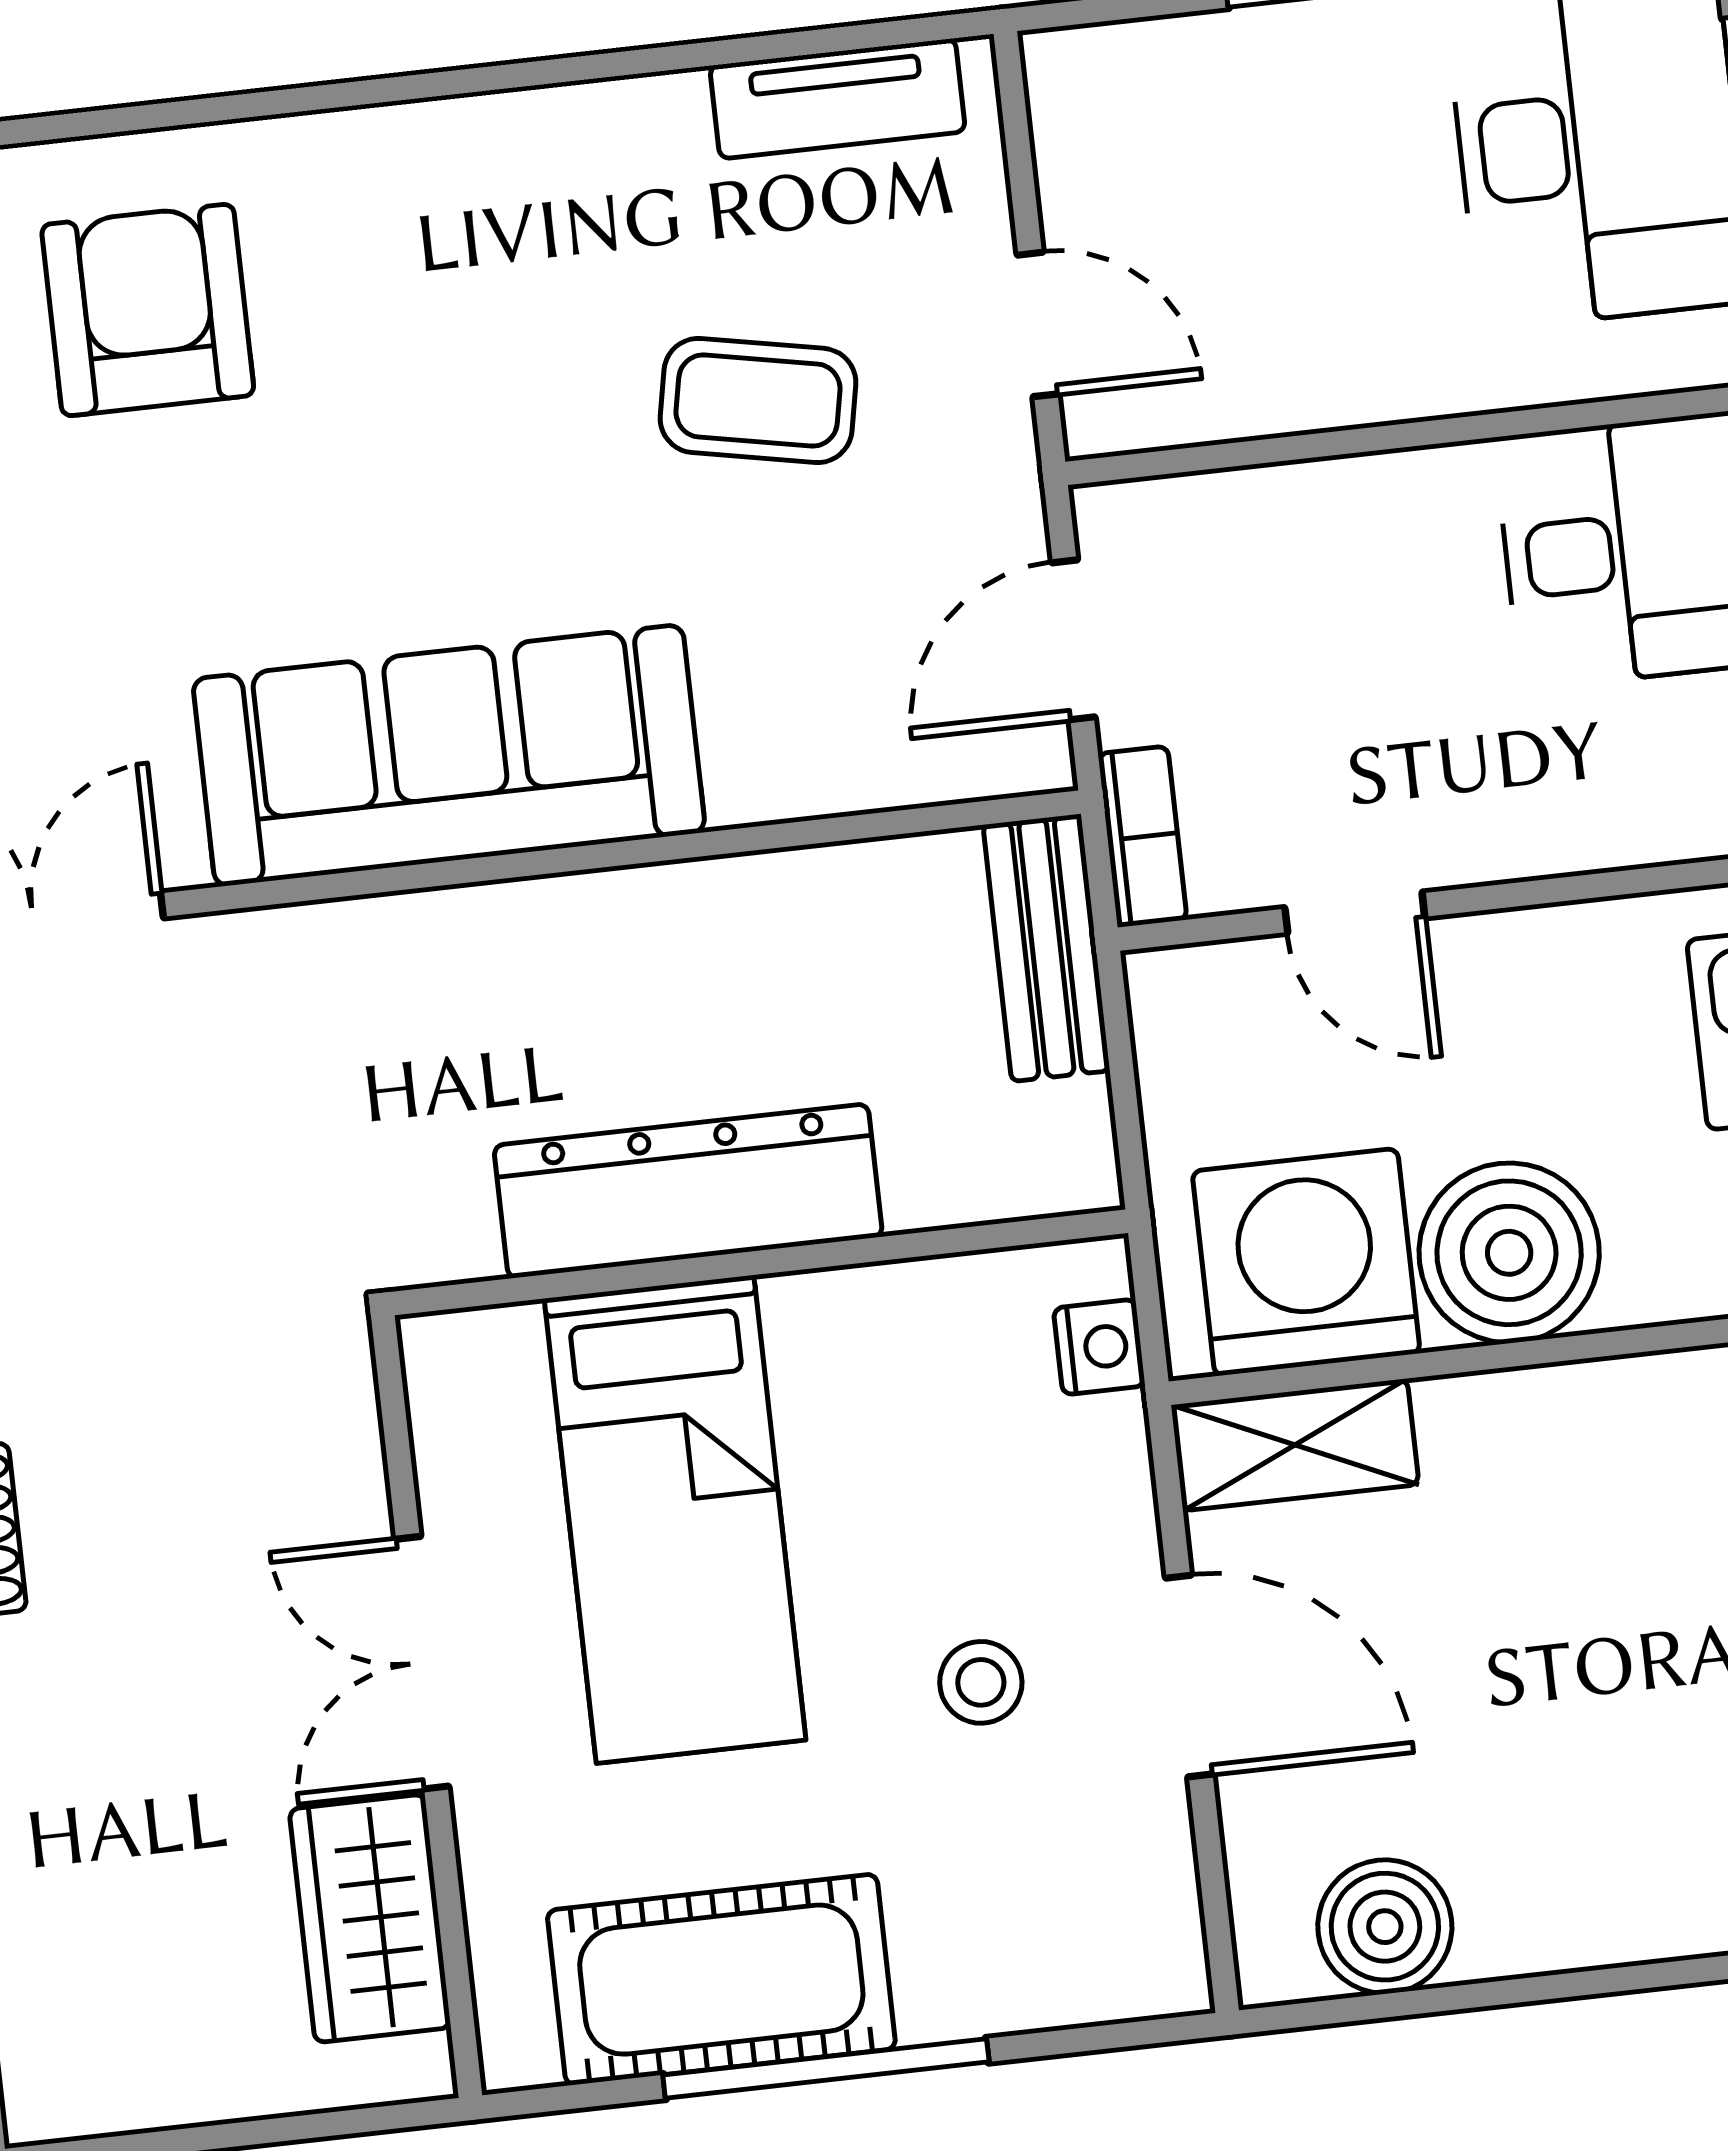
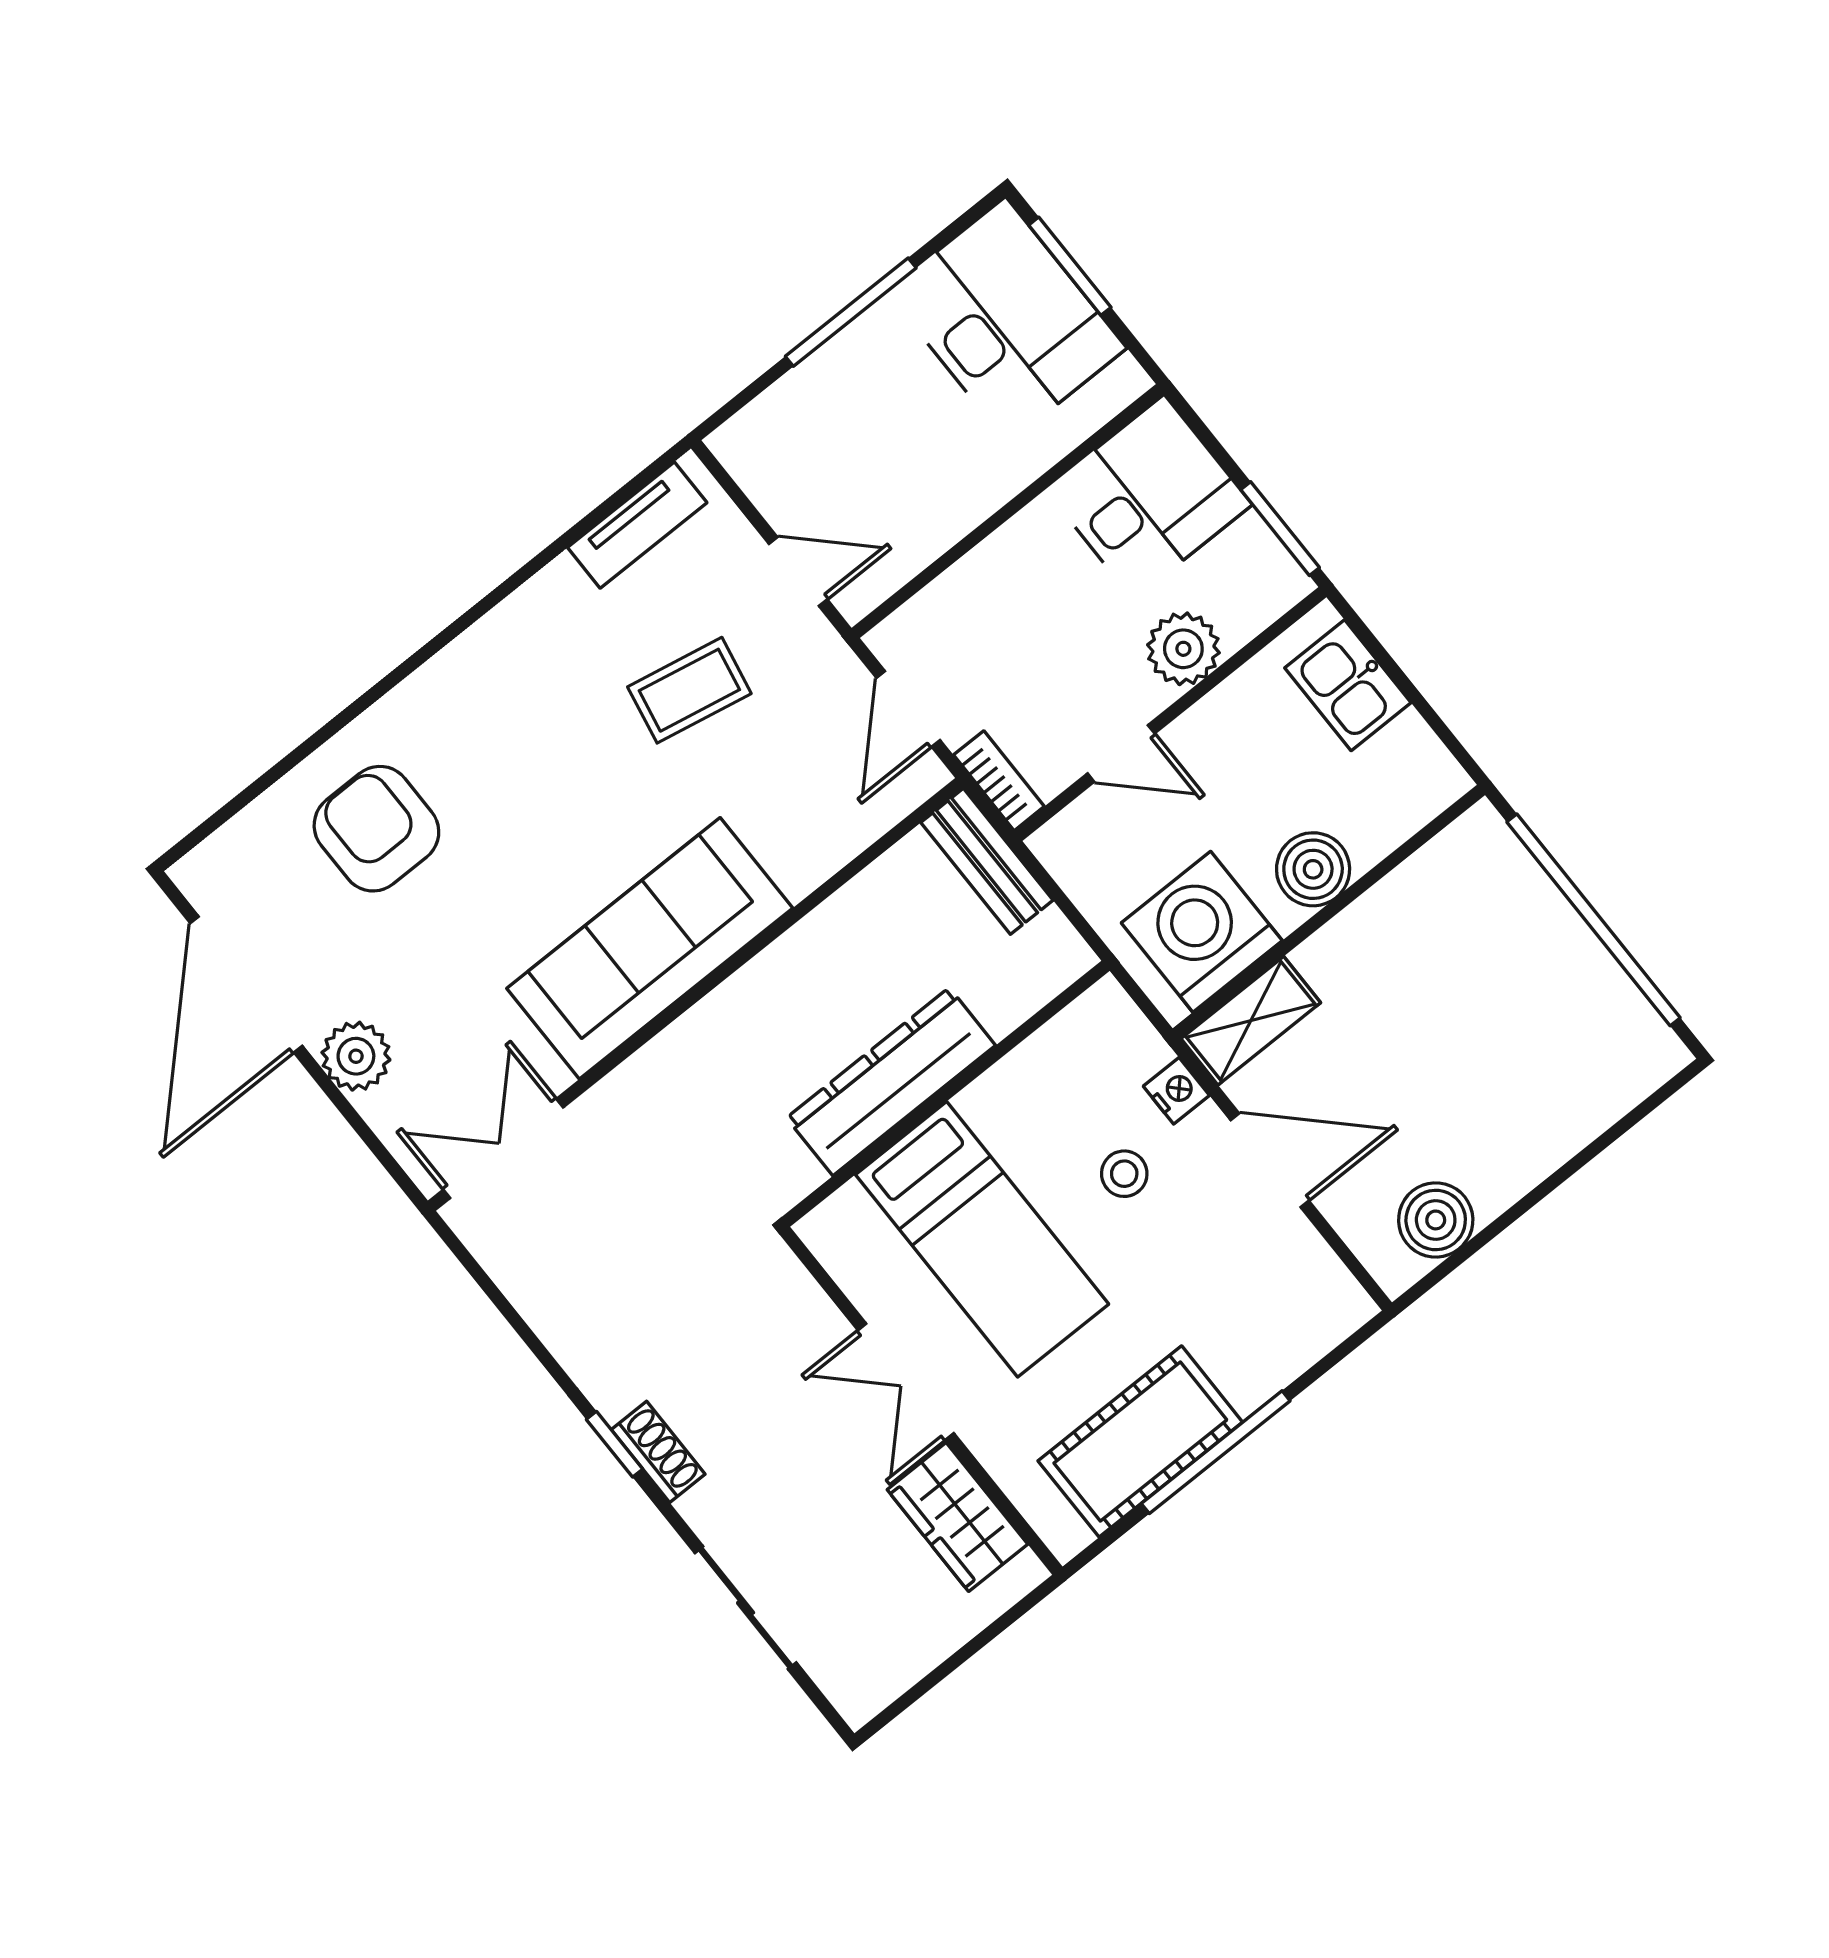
plant: (1551, 813) -> (1183, 649), added
boiler: (1509, 1253) -> (1313, 869), width x0.73, depth x0.73
nightstand: (1099, 1347) -> (1176, 1091), moved
stool: (981, 1682) -> (1124, 1174), moved

